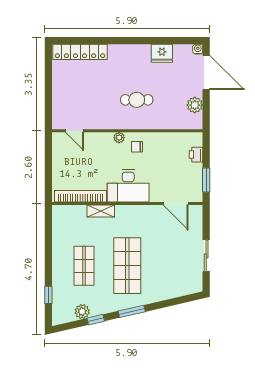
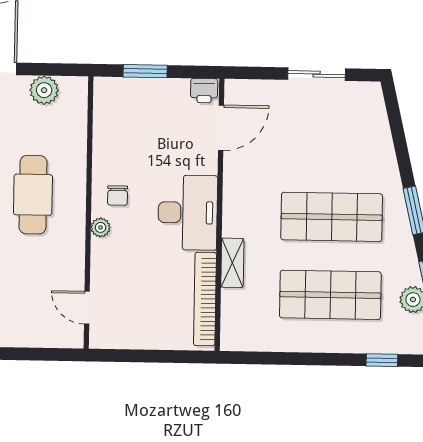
cafe table: (137, 100) -> (33, 195), width x1.37, depth x1.35
door: (75, 131) -> (87, 308), swing flipped
printer: (196, 155) -> (204, 91), moved
window: (206, 180) -> (145, 71), moved
shop shelf: (84, 266) -> (330, 295), width x1.43, depth x1.36

